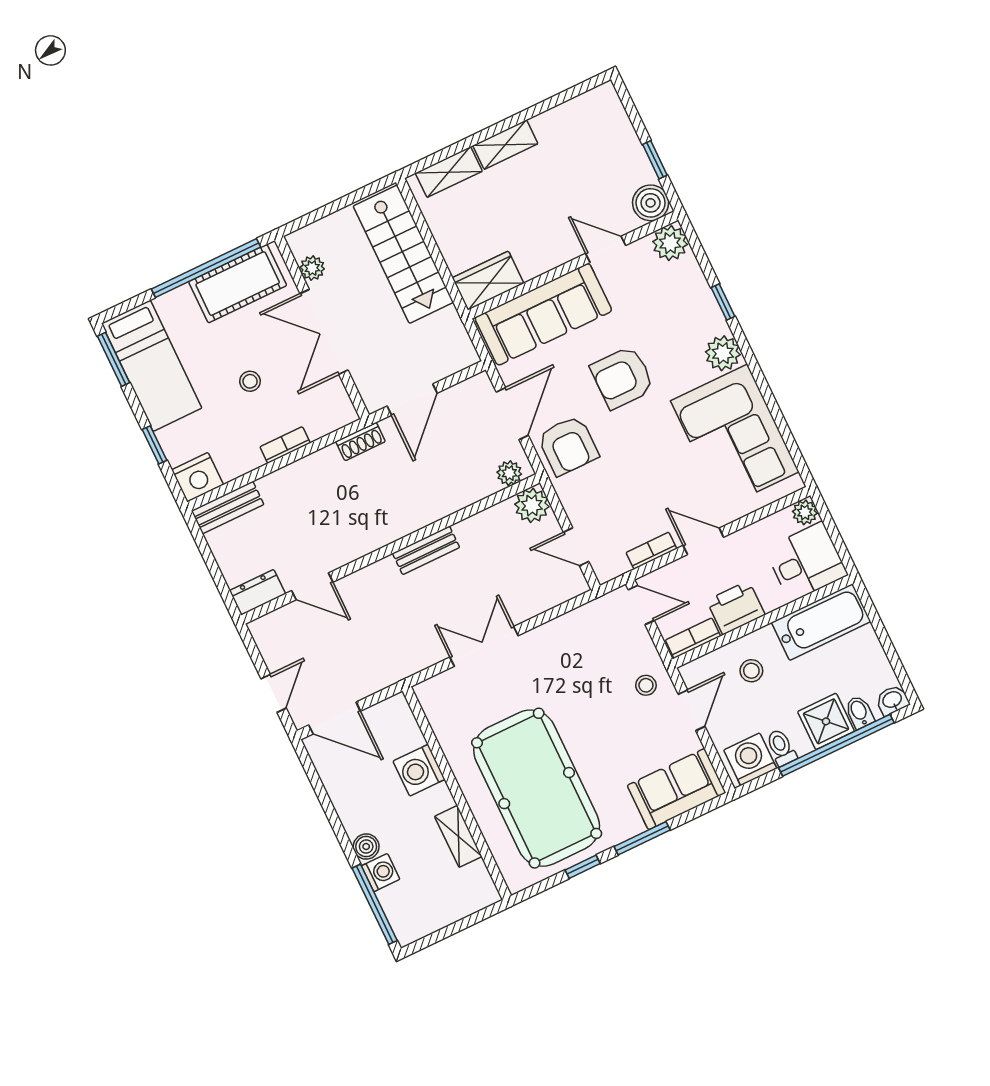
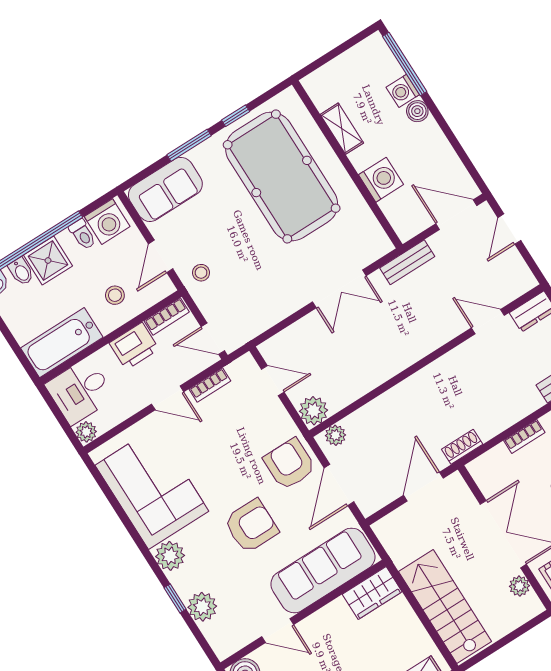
plant: (670, 243) -> (202, 607), moved
bench: (426, 550) -> (407, 262), moved

